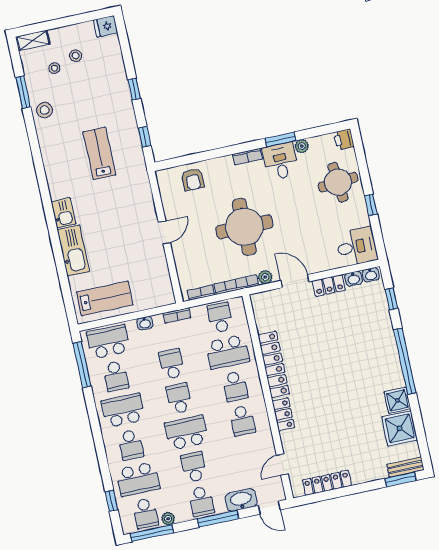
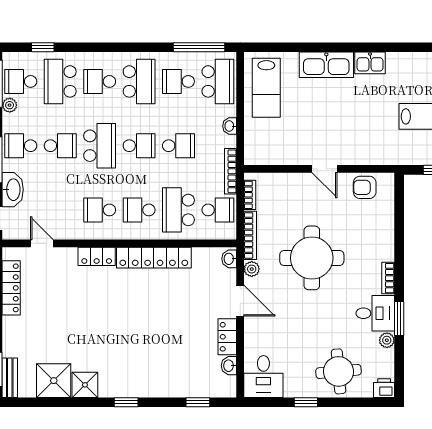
armchair: (193, 179) -> (365, 187), moved
washbasin: (371, 275) -> (229, 259), moved
door: (295, 281) -> (240, 301), hinge flipped
bookcase: (177, 315) -> (231, 171), width x1.56
window: (405, 361) -> (126, 402), width x0.32

